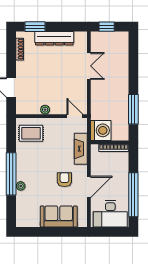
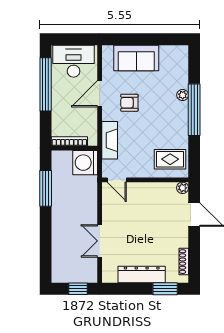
plant: (45, 110) -> (183, 188), moved
armchair: (64, 180) -> (129, 103), turned 90

